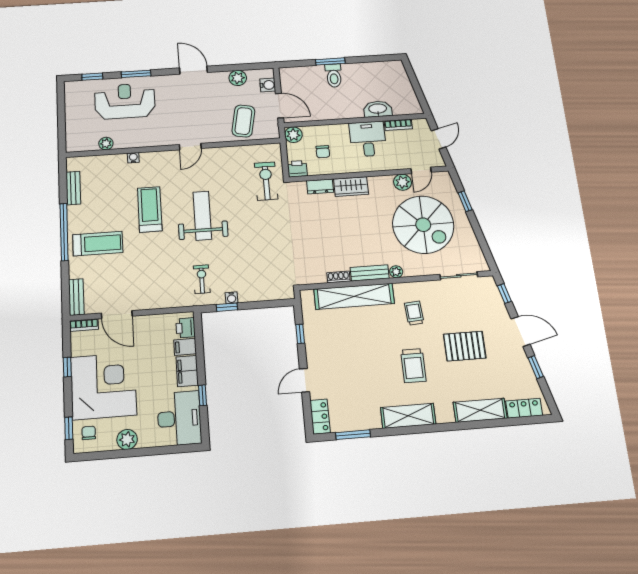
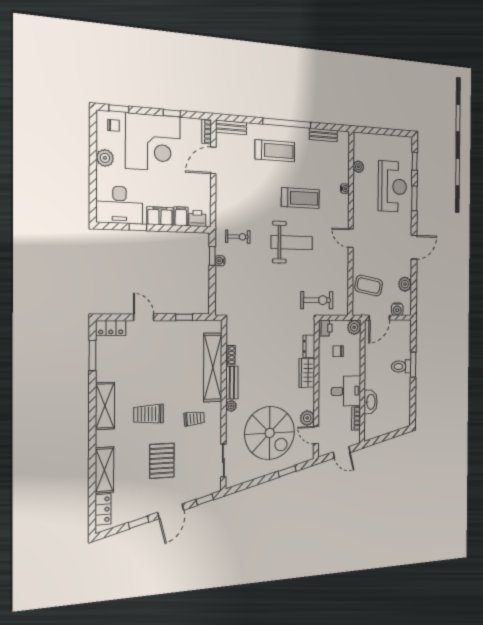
spiral stairs: (423, 225) -> (270, 433), turned -90
treadmill: (98, 244) -> (275, 151), turned -90

